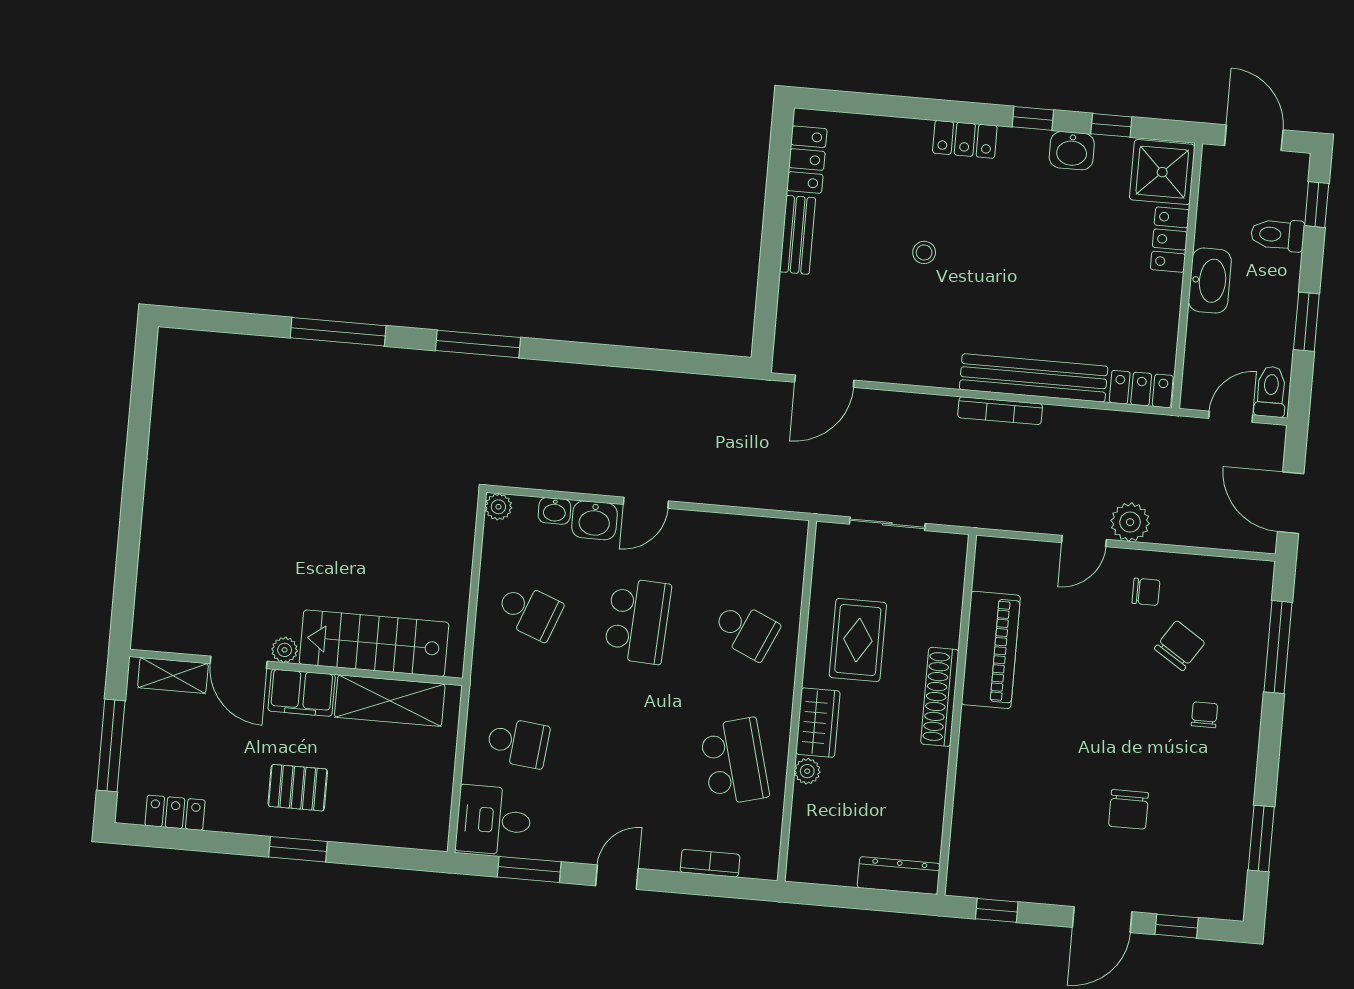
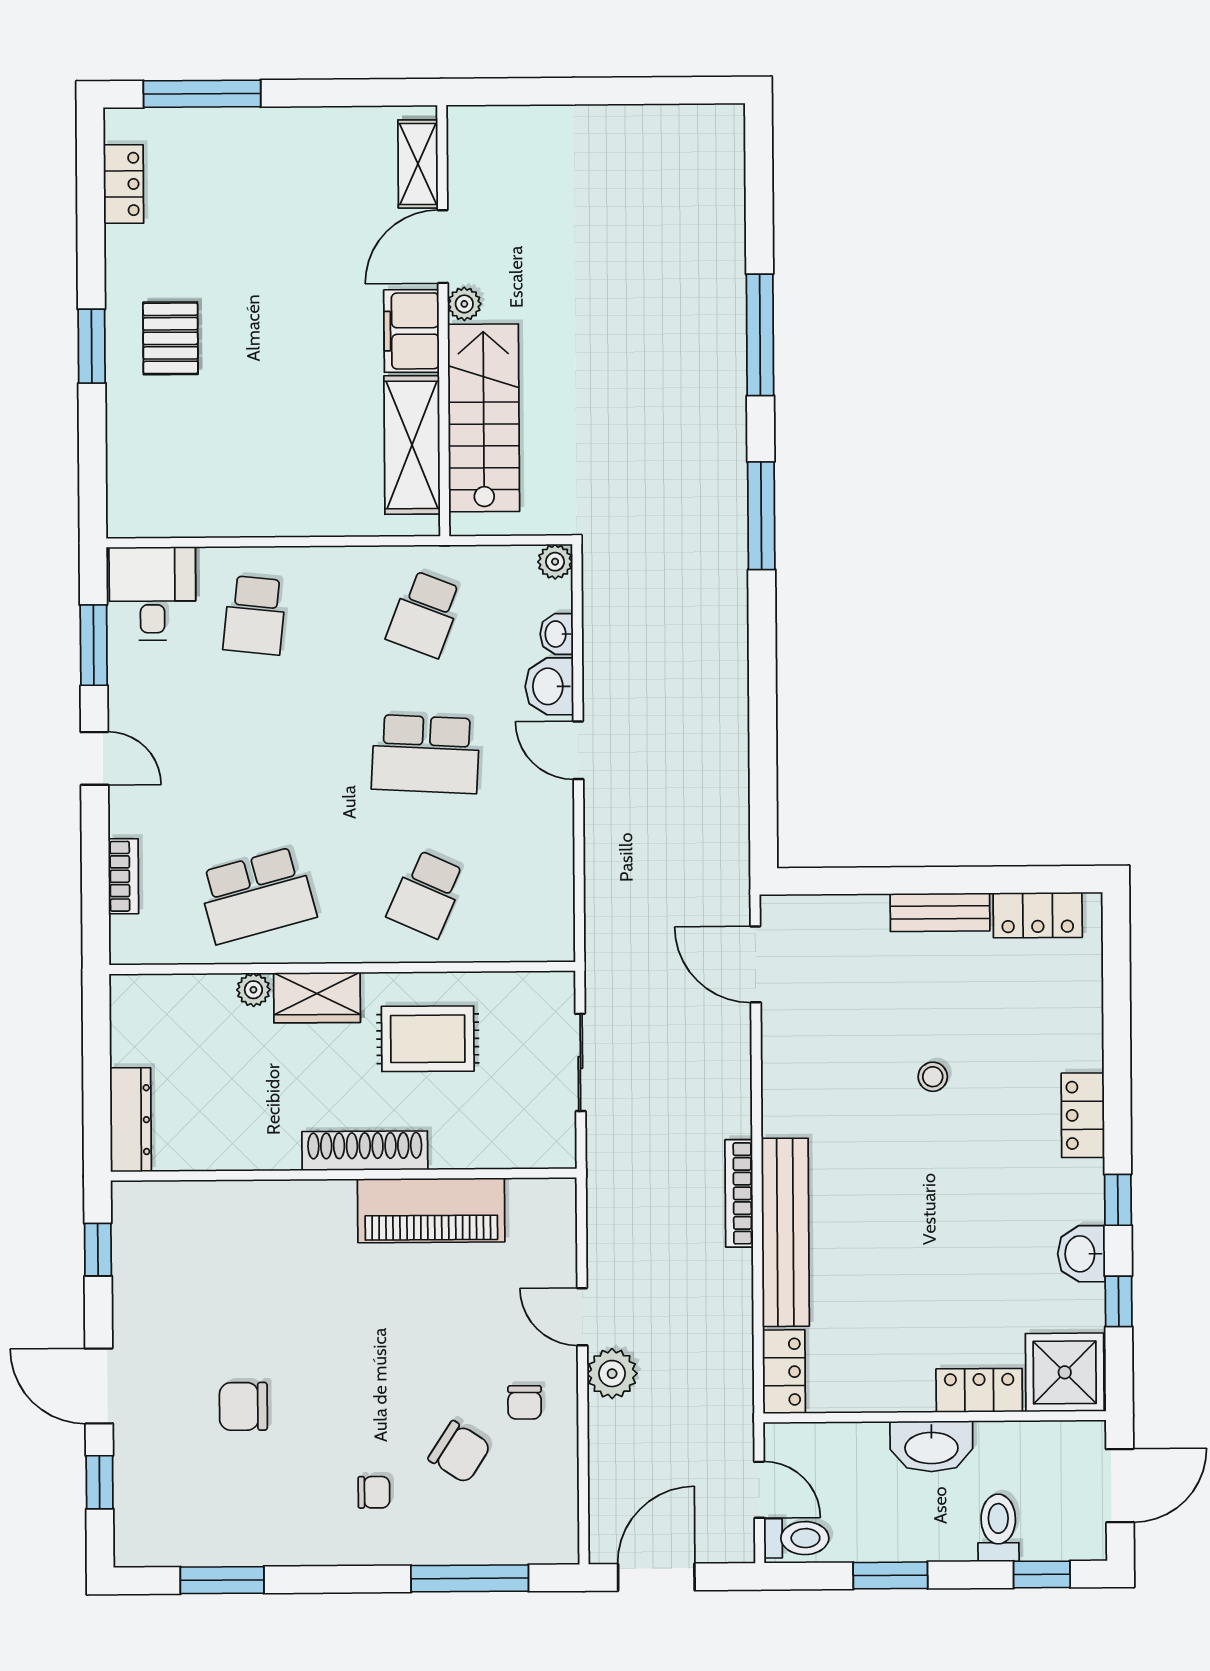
stairs: (374, 643) -> (484, 418), moved
plant: (285, 650) -> (464, 304), moved
door: (239, 662) -> (443, 247), moved
wall: (296, 667) -> (443, 321), moved
shelving: (173, 675) -> (418, 164), moved
filing cabinet: (302, 693) -> (411, 331), moved
shelving: (390, 701) -> (412, 445), moved

